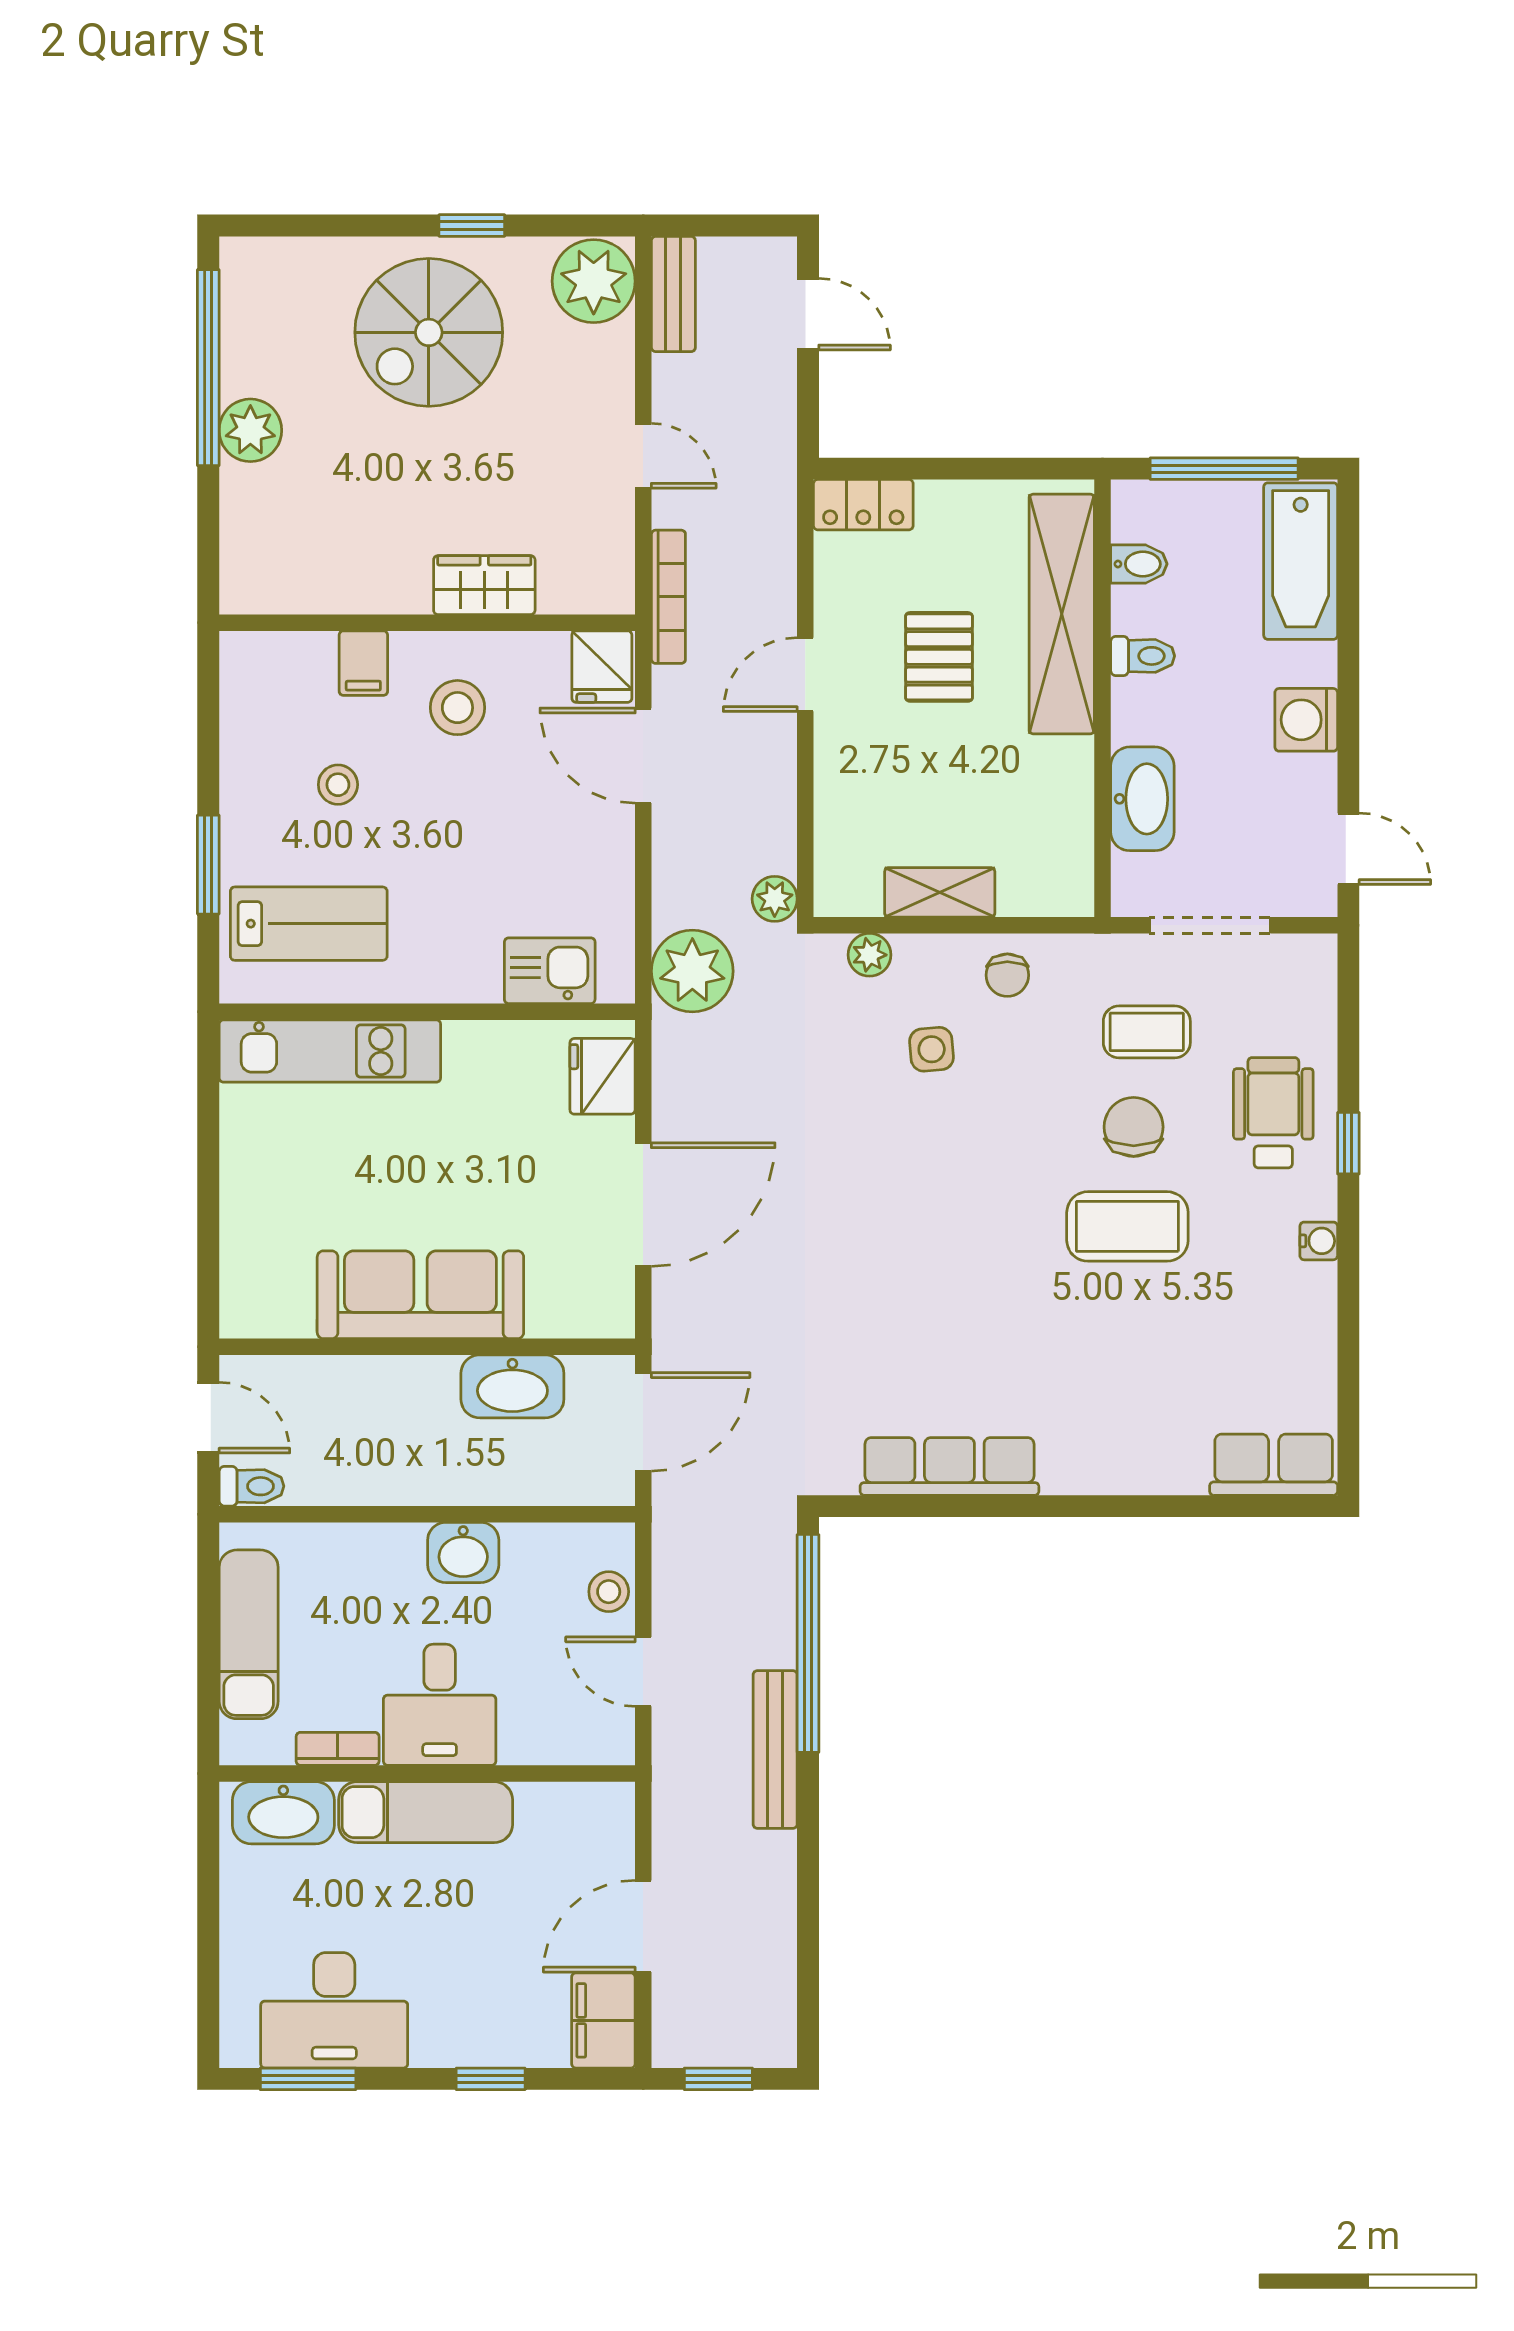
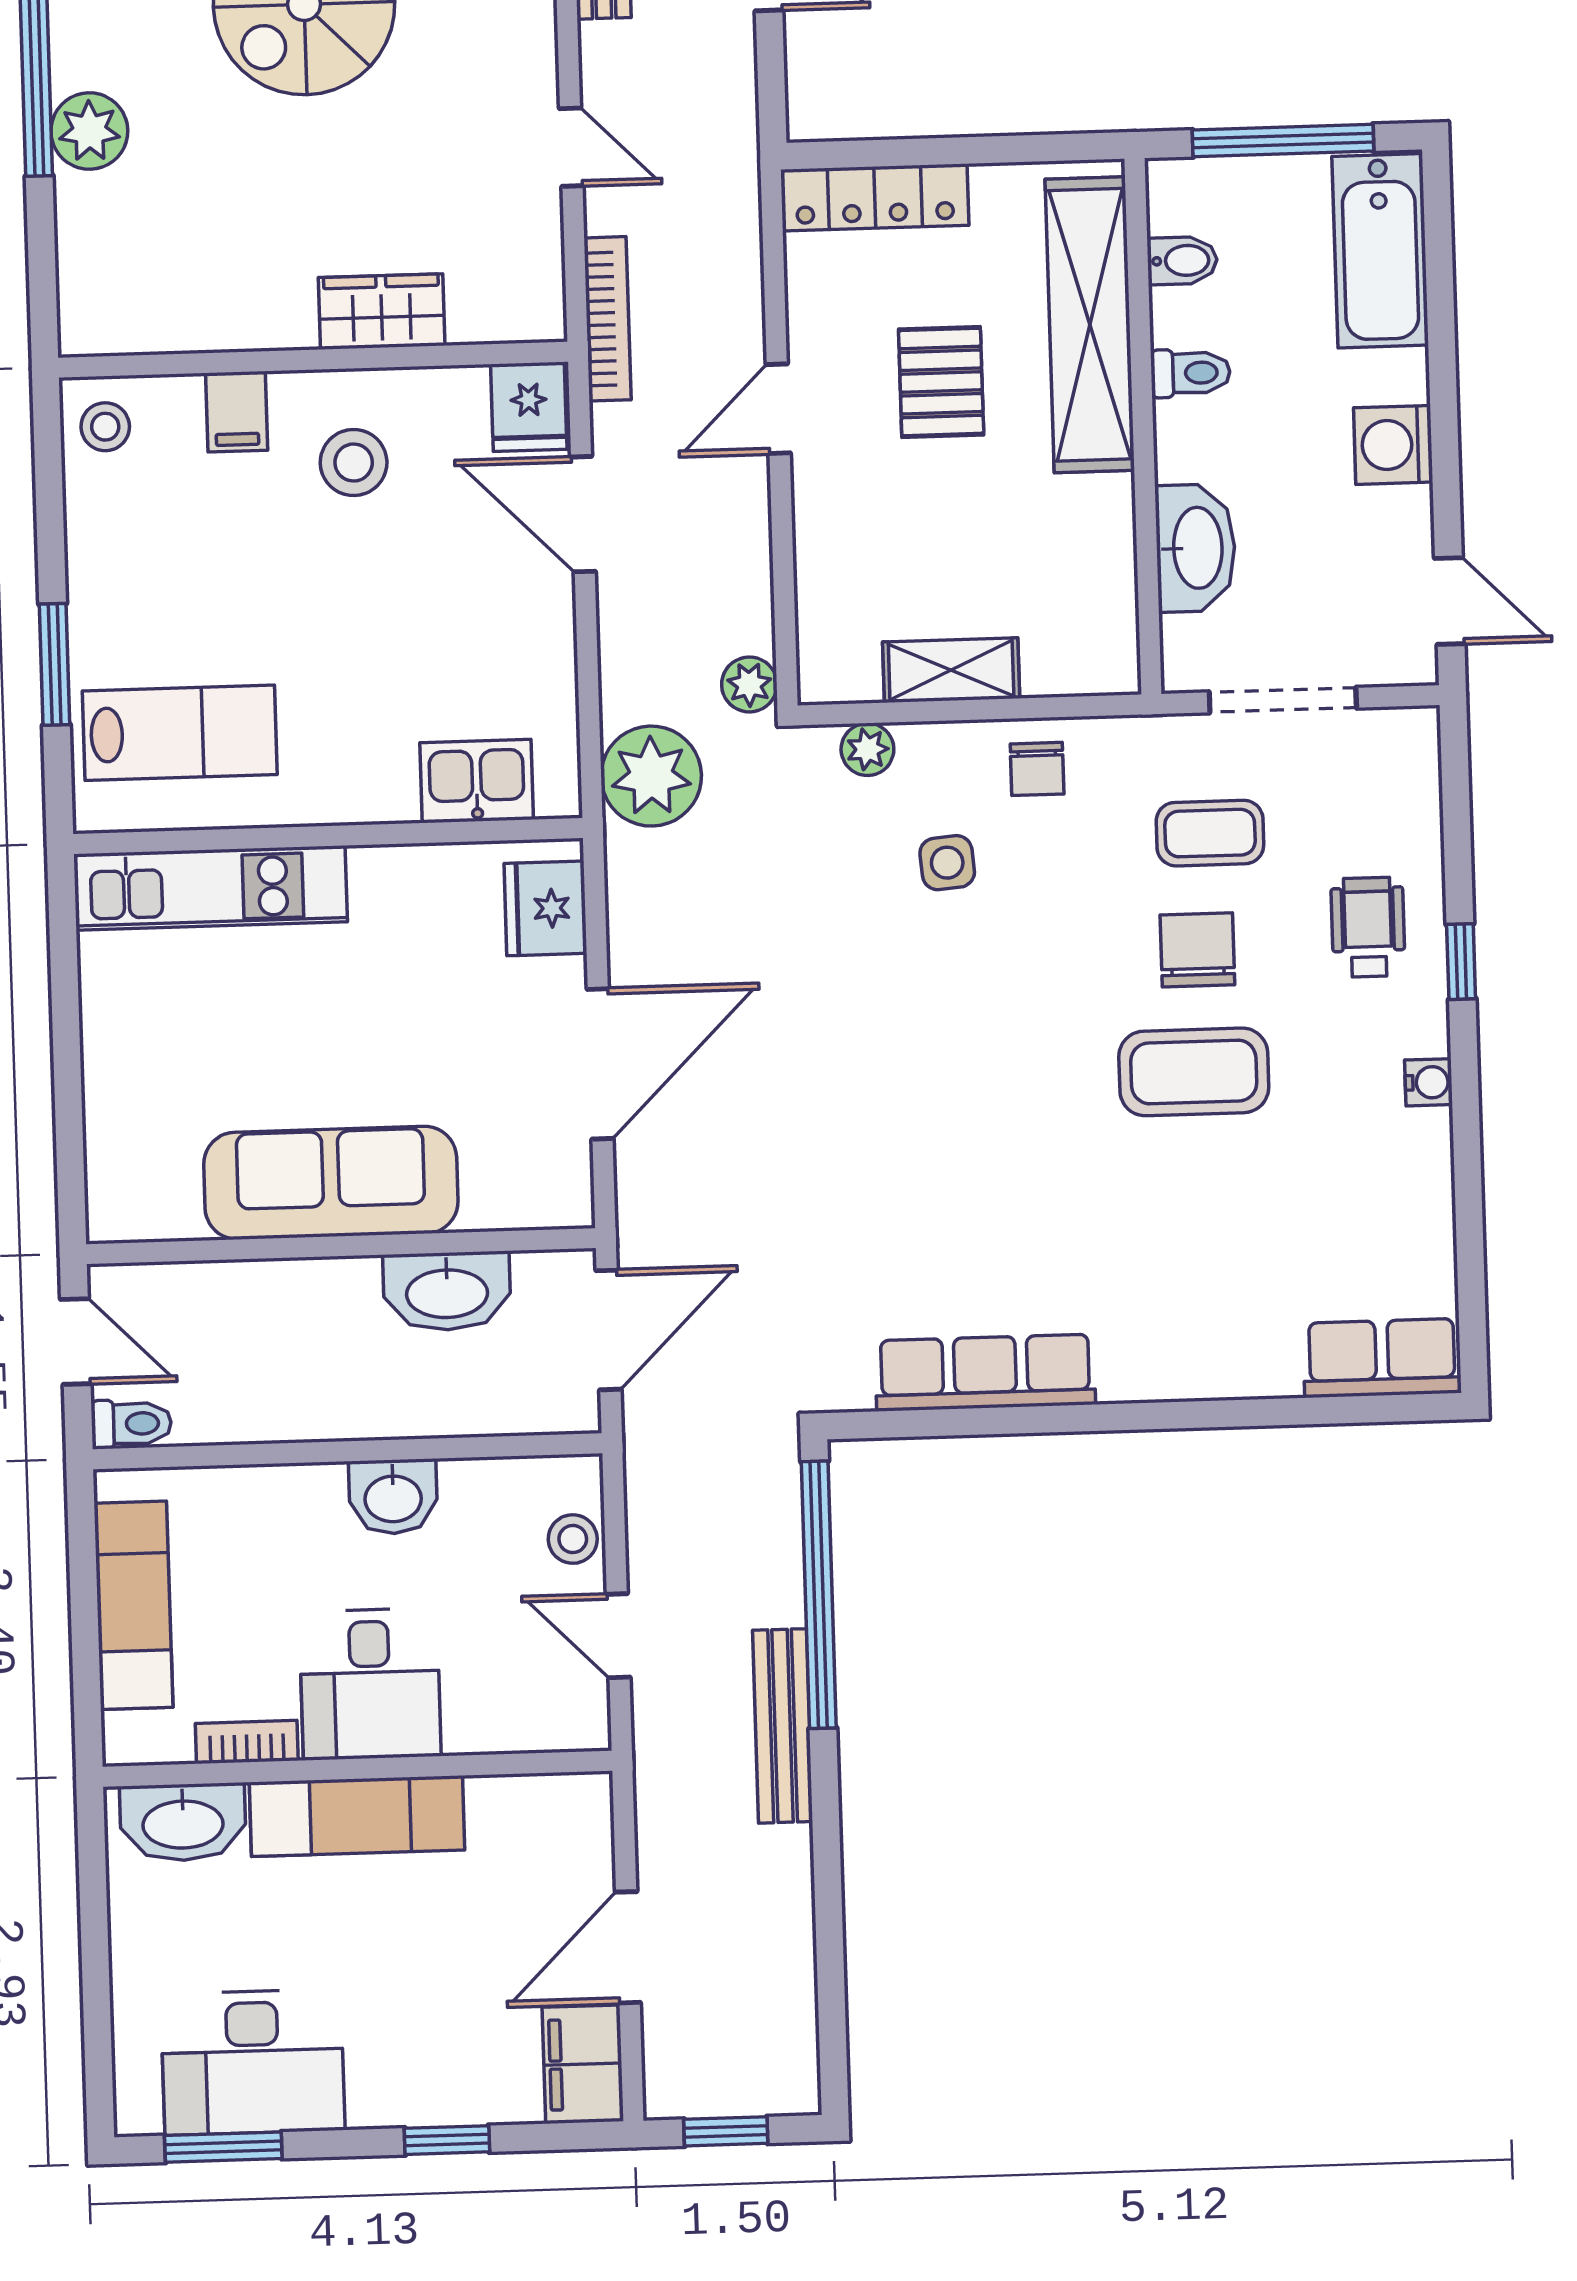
locker: (863, 505) -> (875, 197), width x1.53
stool: (338, 785) -> (105, 427), moved
wheelchair: (1273, 1113) -> (1368, 927), width x0.73, depth x0.73

